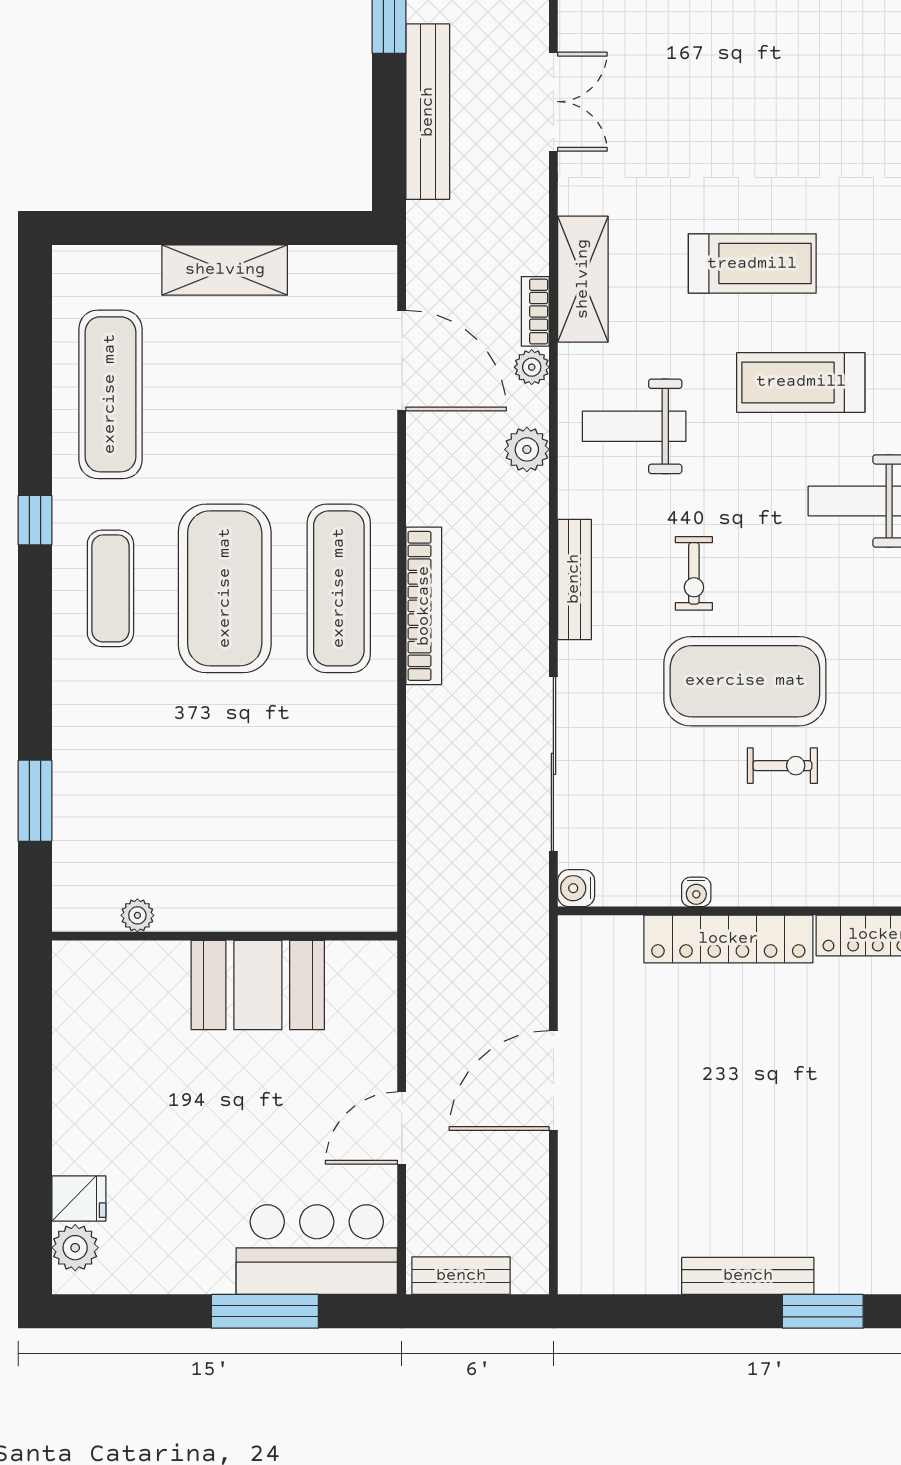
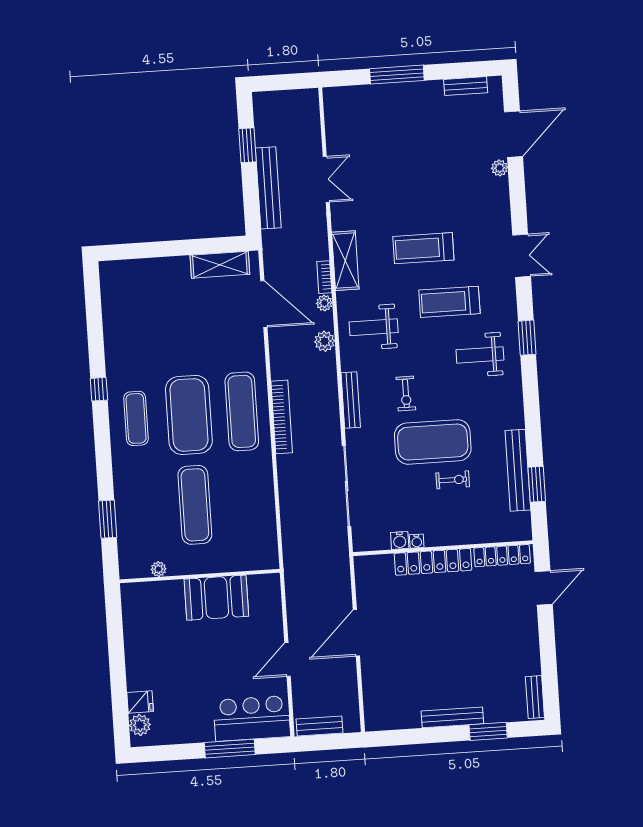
treadmill: (752, 264) -> (423, 248), turned 180
shelving: (225, 270) -> (220, 265), moved
exercise mat: (110, 394) -> (195, 505), moved
water cooler: (576, 888) -> (400, 540), moved, turned -90

